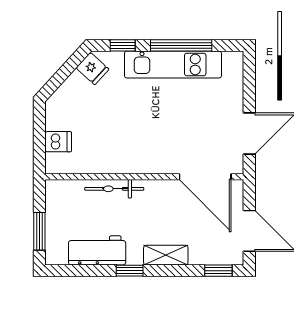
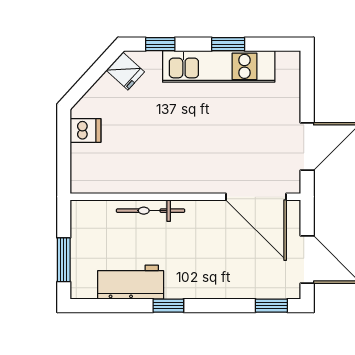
window: (181, 45) -> (228, 44), width x0.46
dishwasher: (58, 142) -> (85, 130), moved
shelving: (166, 255) -> (210, 288), removed

